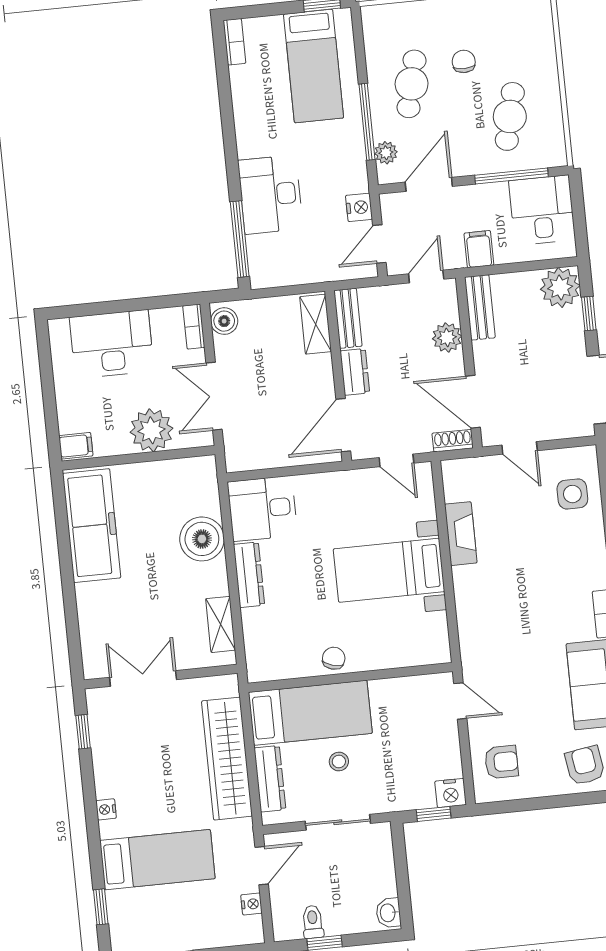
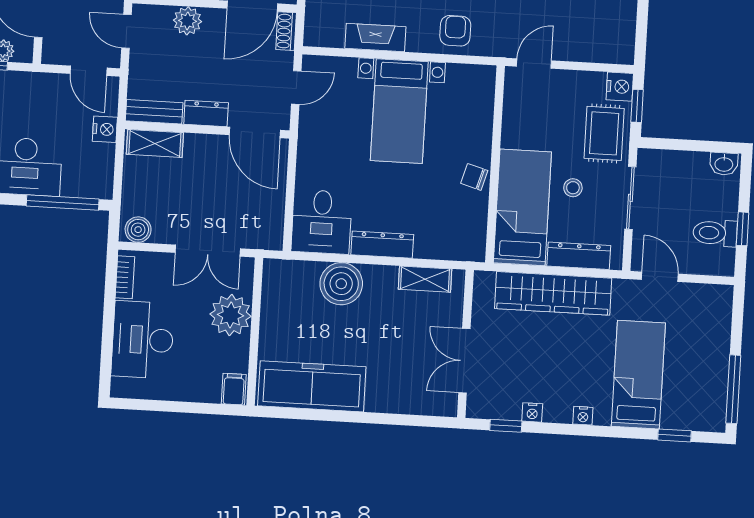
nightstand: (359, 207) -> (105, 129), moved, turned 90
bookcase: (194, 327) -> (125, 277), moved, turned -90
armchair: (501, 762) -> (455, 31), moved
rug: (400, 785) -> (604, 133), added
nightstand: (251, 904) -> (532, 412), moved, turned 180
toilet: (313, 922) -> (715, 233), width x1.37, depth x1.39

